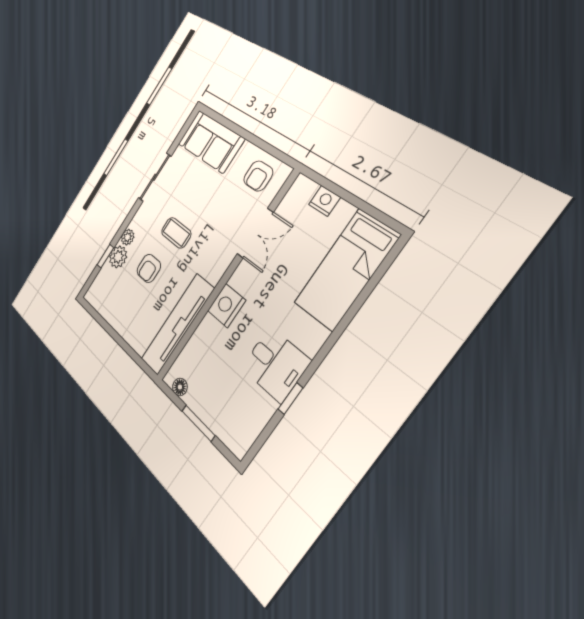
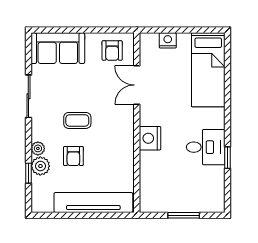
double door: (255, 233) -> (137, 85), swing flipped
tv unit: (177, 324) -> (93, 202), moved, turned 90
floor lamp: (180, 387) -> (155, 206), removed

